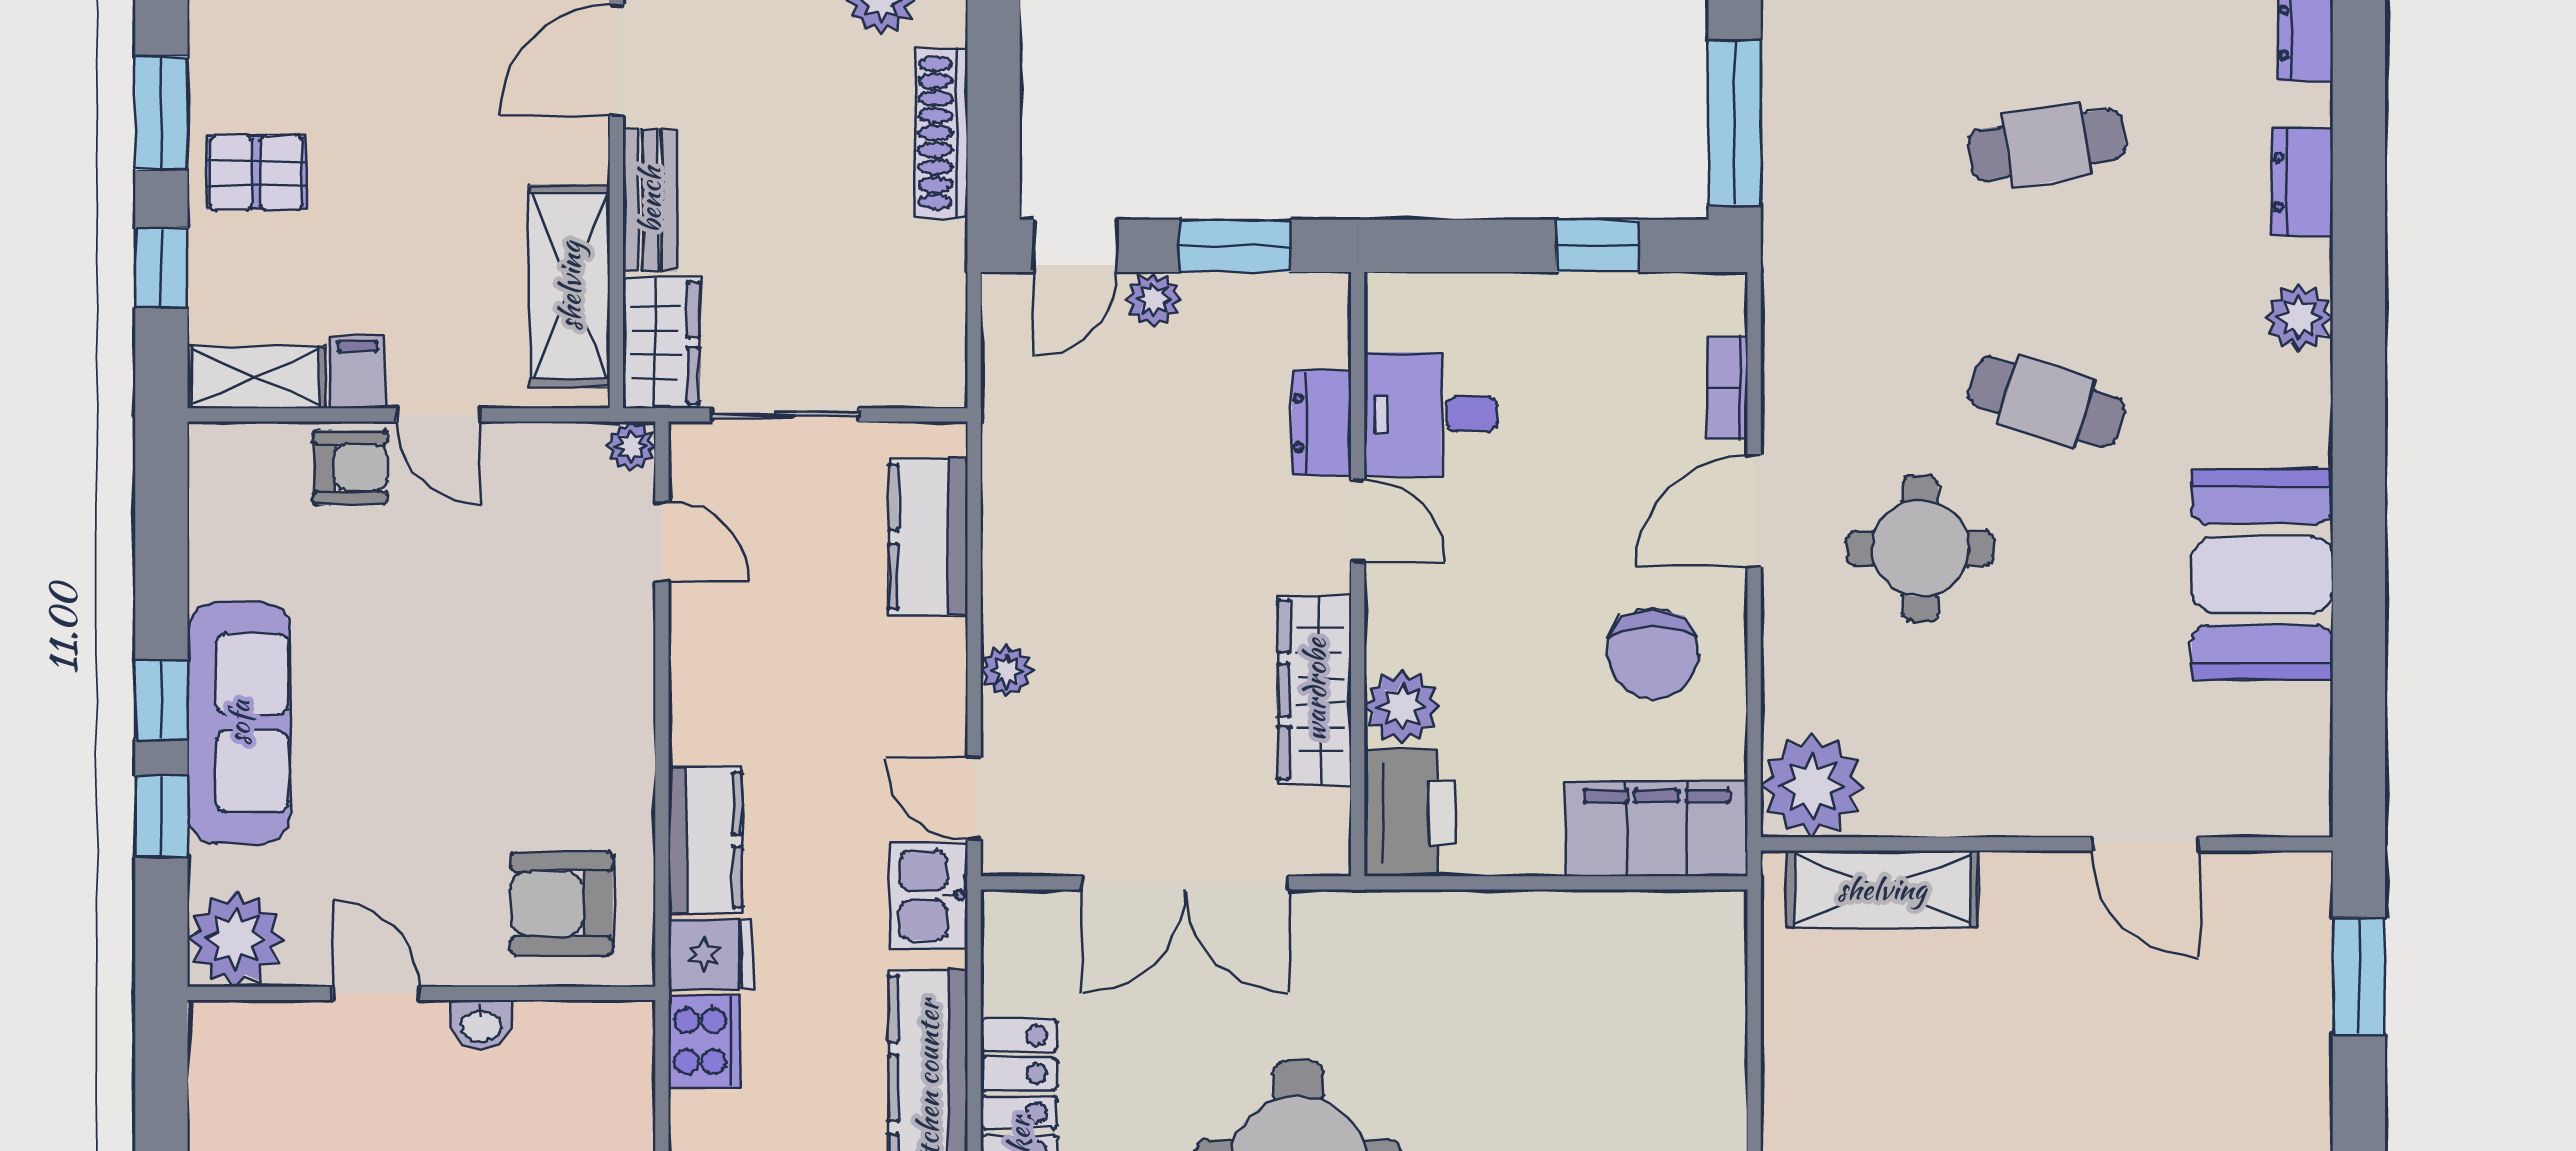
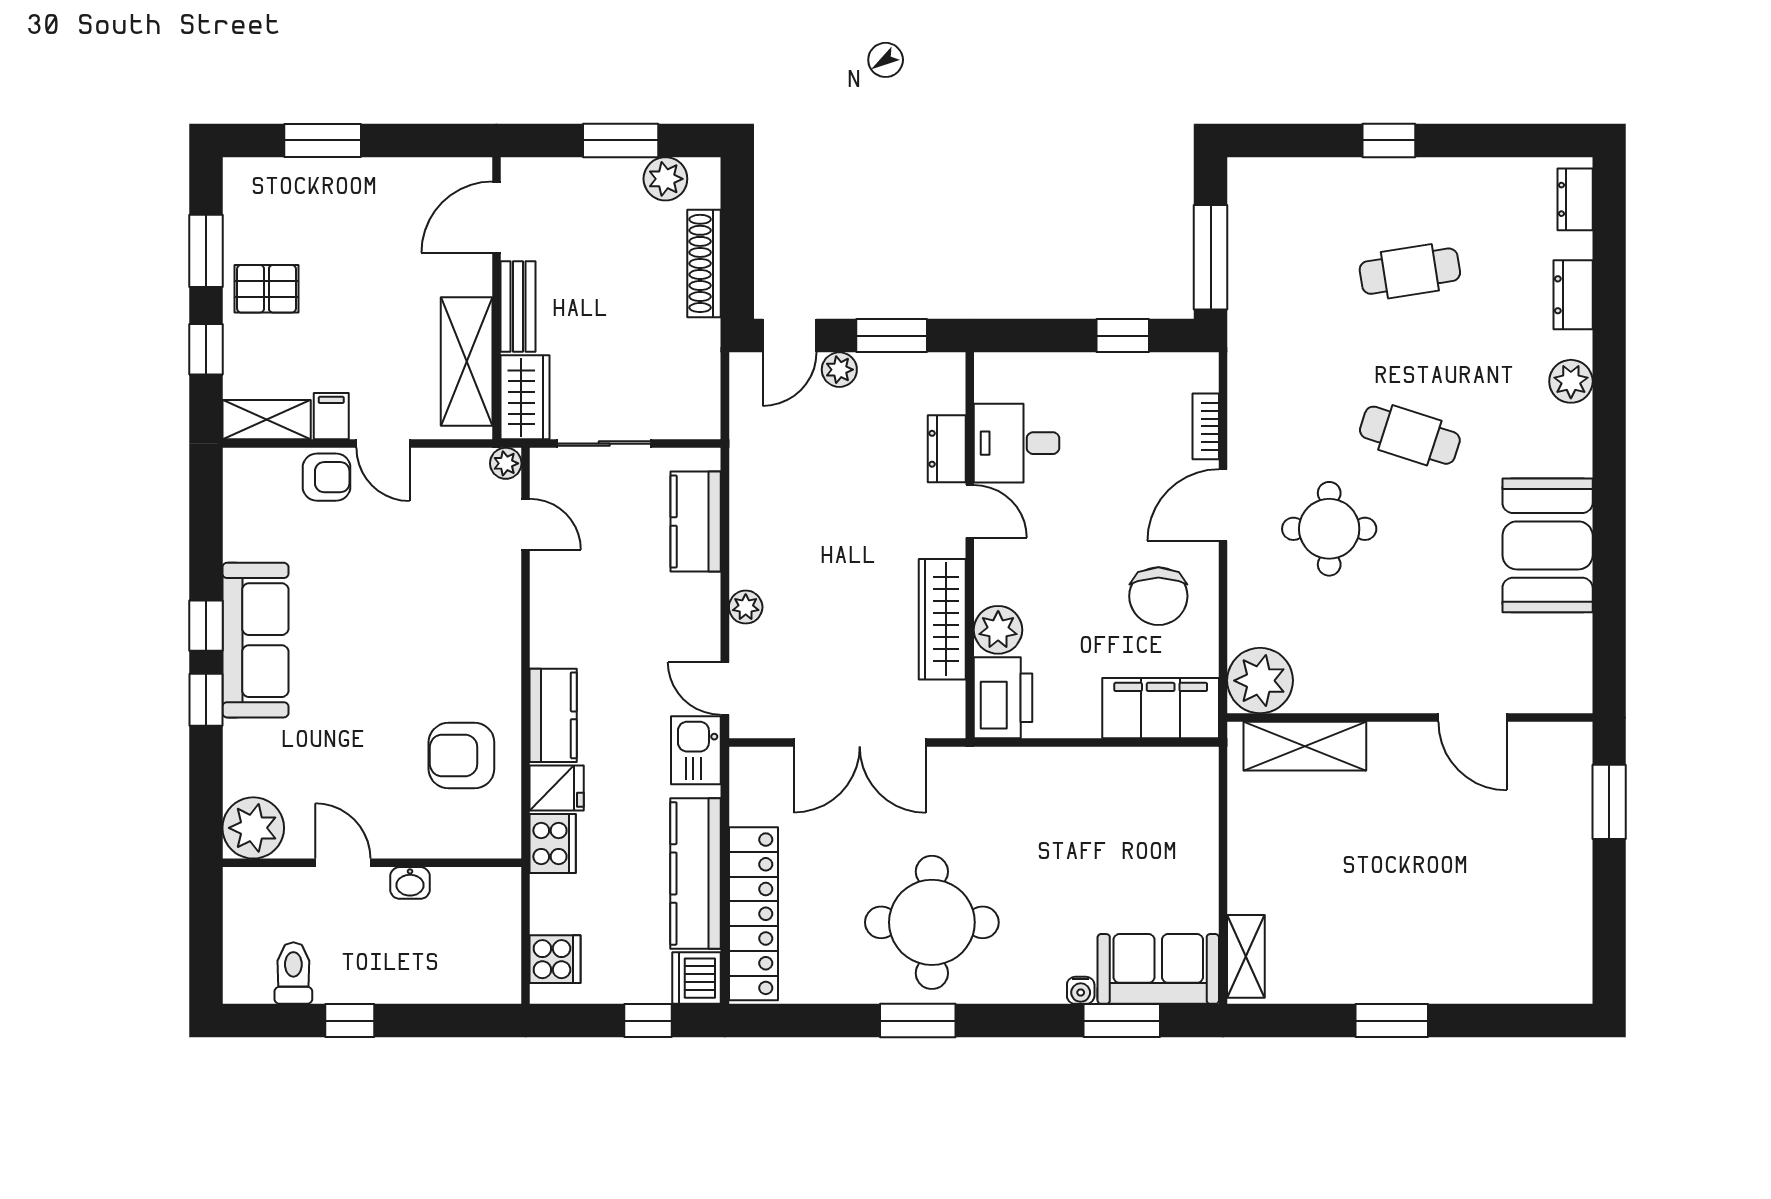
plant: (235, 939) -> (253, 828), moved
door: (376, 993) -> (343, 863), moved
wall: (421, 993) -> (372, 863), moved
washbasin: (481, 1025) -> (410, 883), moved

